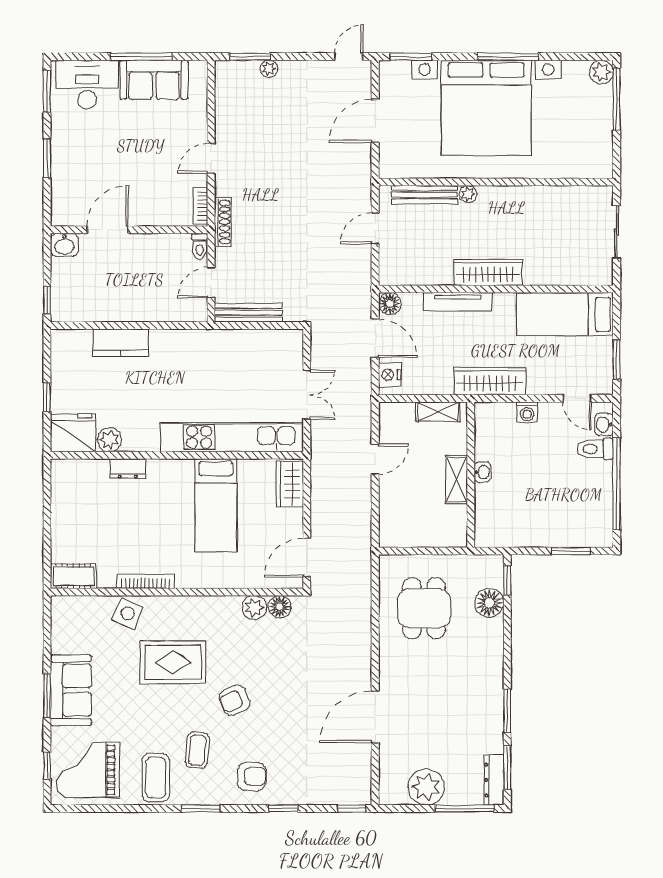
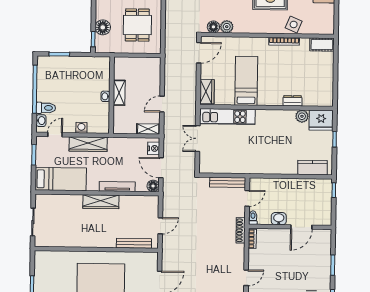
door: (211, 158) -> (246, 278), moved
plant: (468, 194) -> (111, 243), removed
washbasin: (64, 245) -> (279, 219), moved
kitchen counter: (120, 343) -> (313, 168), moved
wardrobe: (490, 381) -> (88, 144), moved
door: (577, 398) -> (55, 135), hinge flipped
shelving: (438, 412) -> (148, 129), moved
kitchen unit: (232, 437) -> (227, 117), width x0.73

